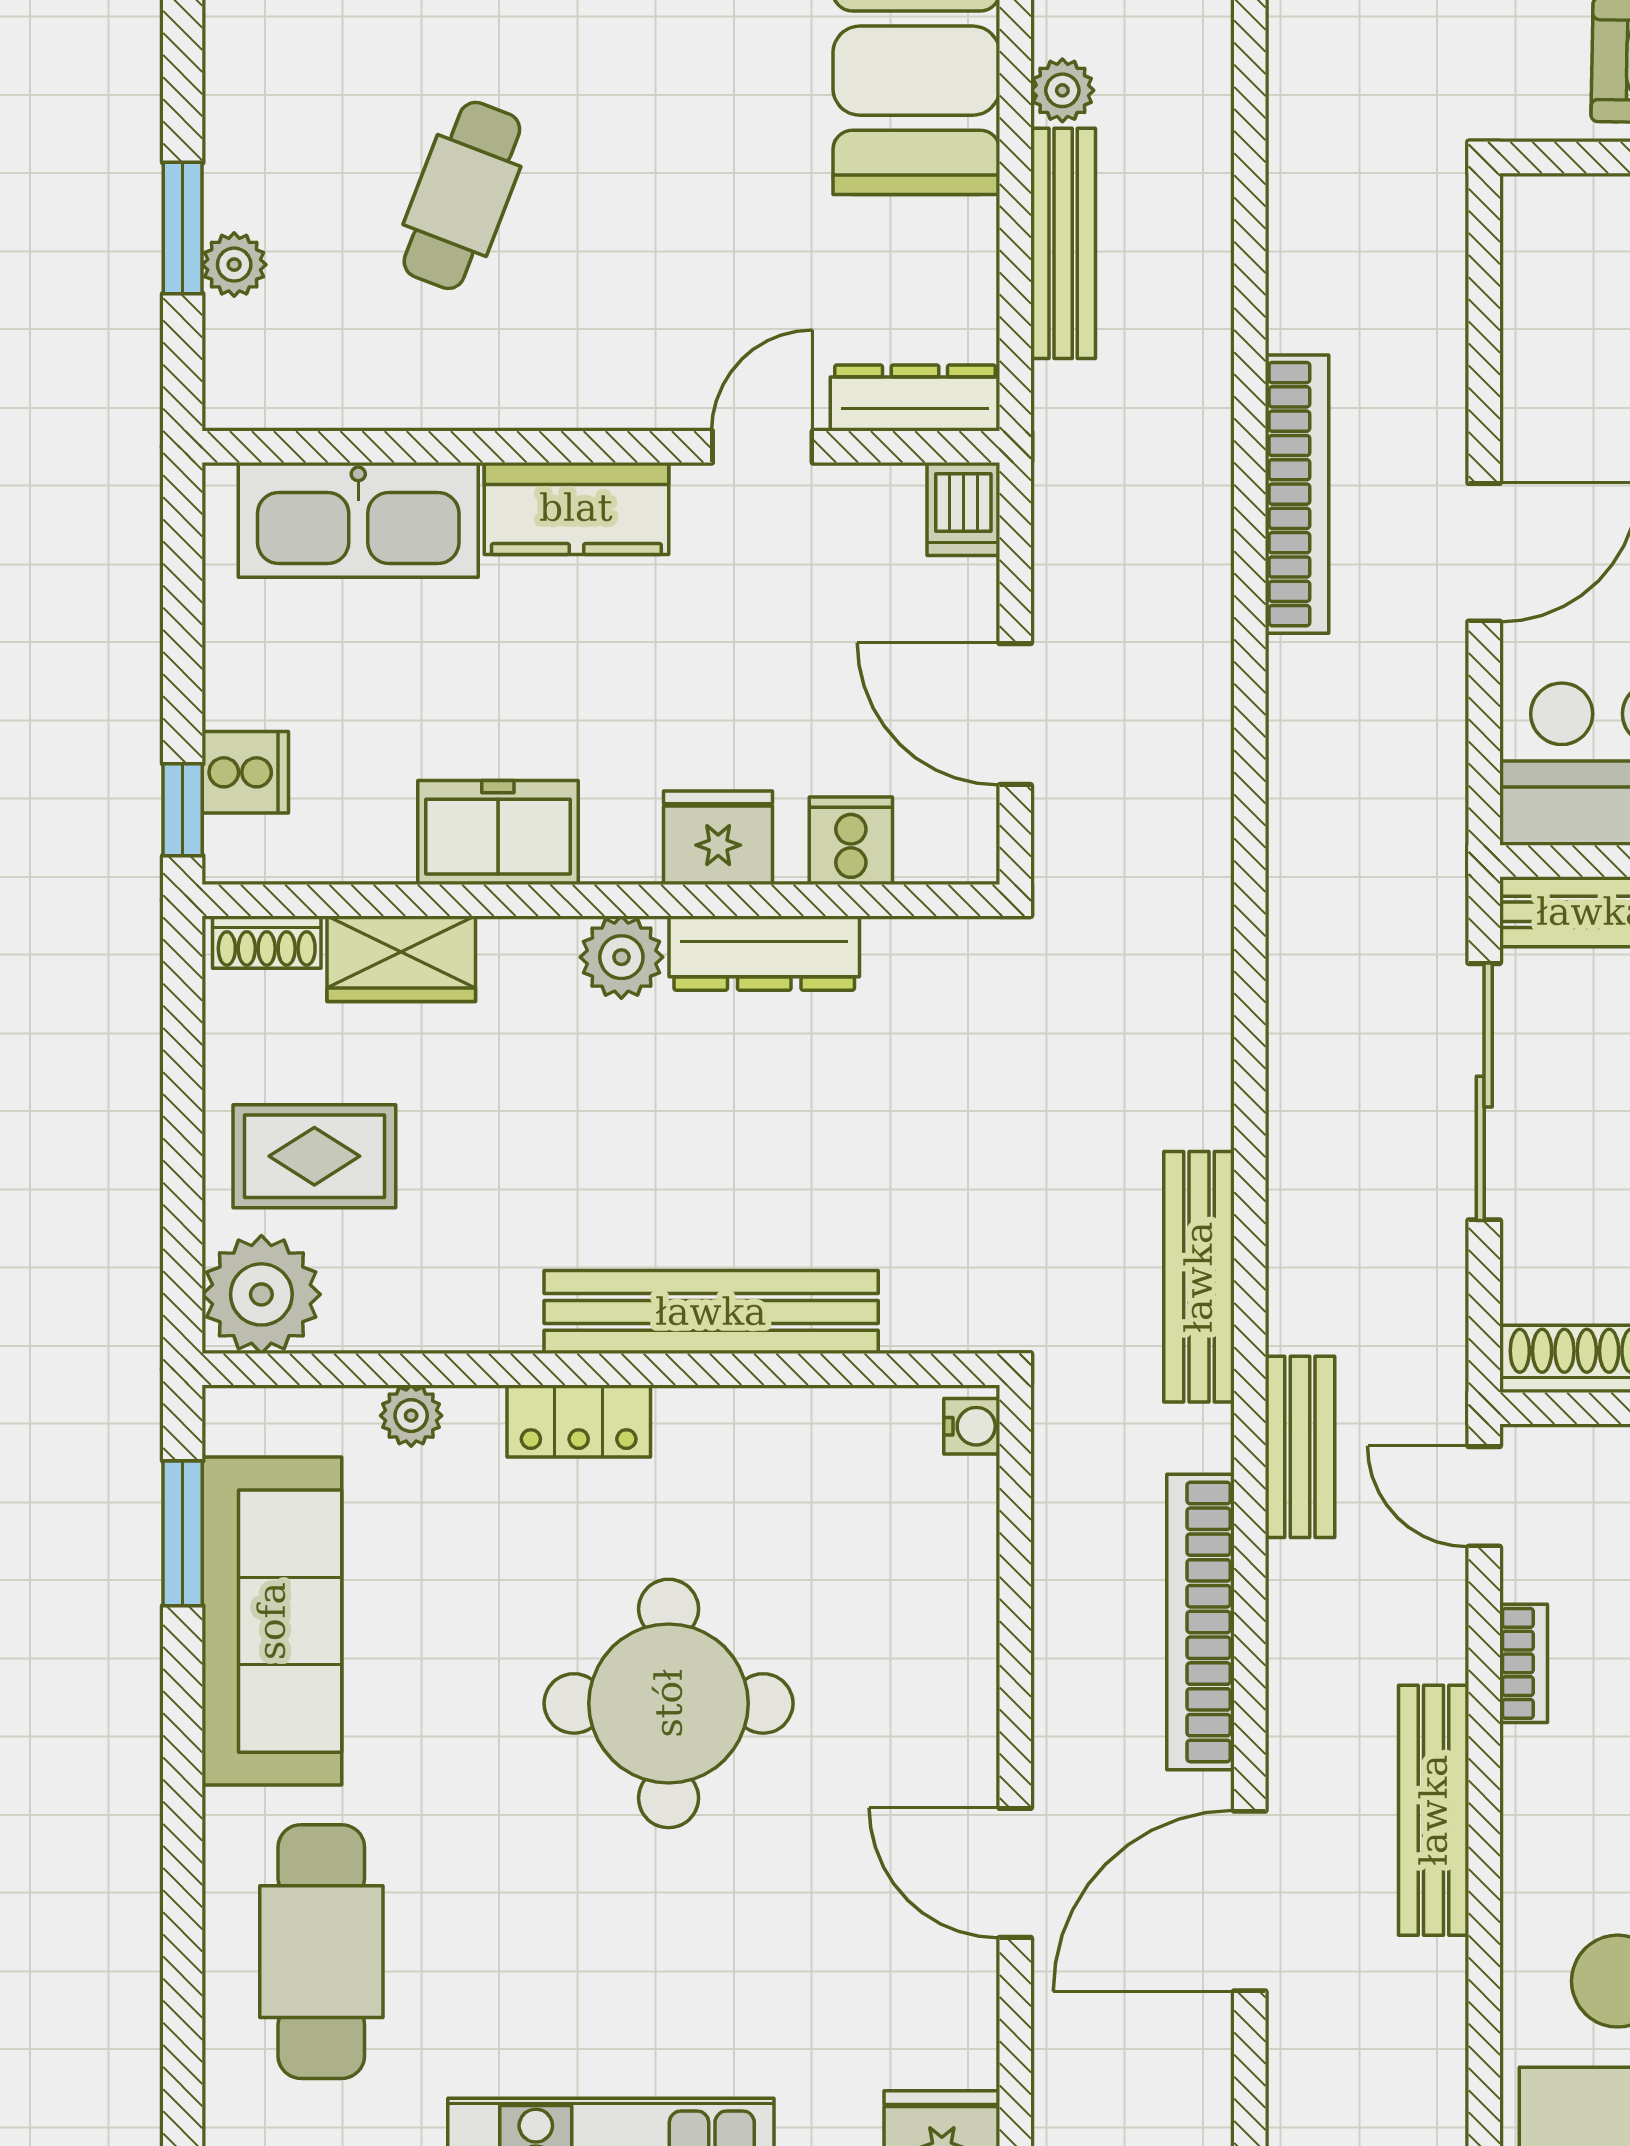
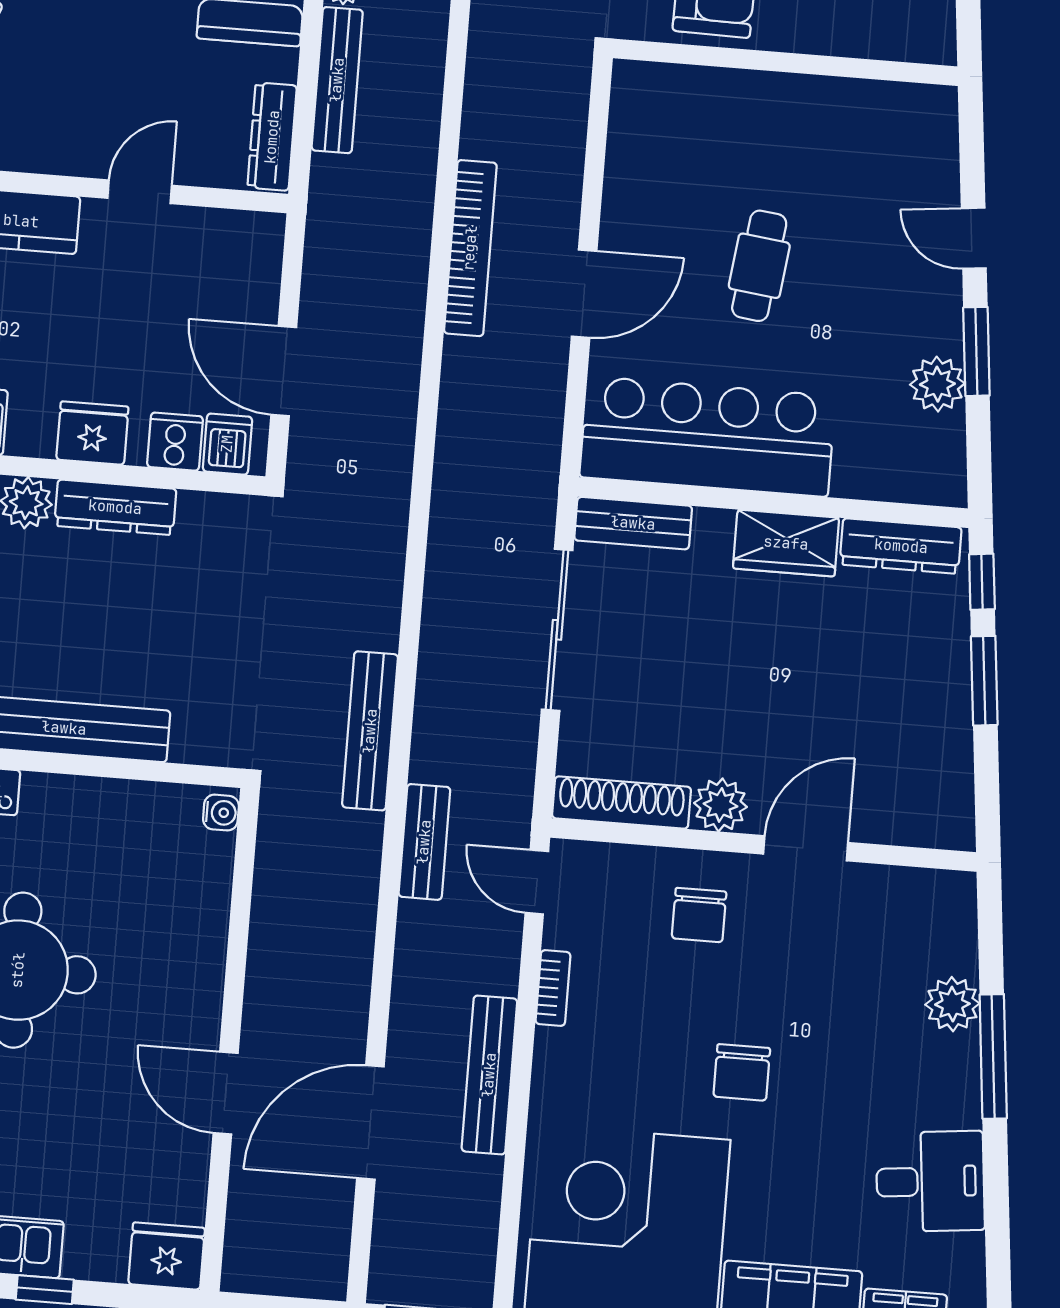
dresser: (915, 398) -> (272, 137), moved, turned -90
dishwasher: (963, 509) -> (227, 444), moved, turned 180
bookcase: (1201, 1622) -> (354, 946), removed

